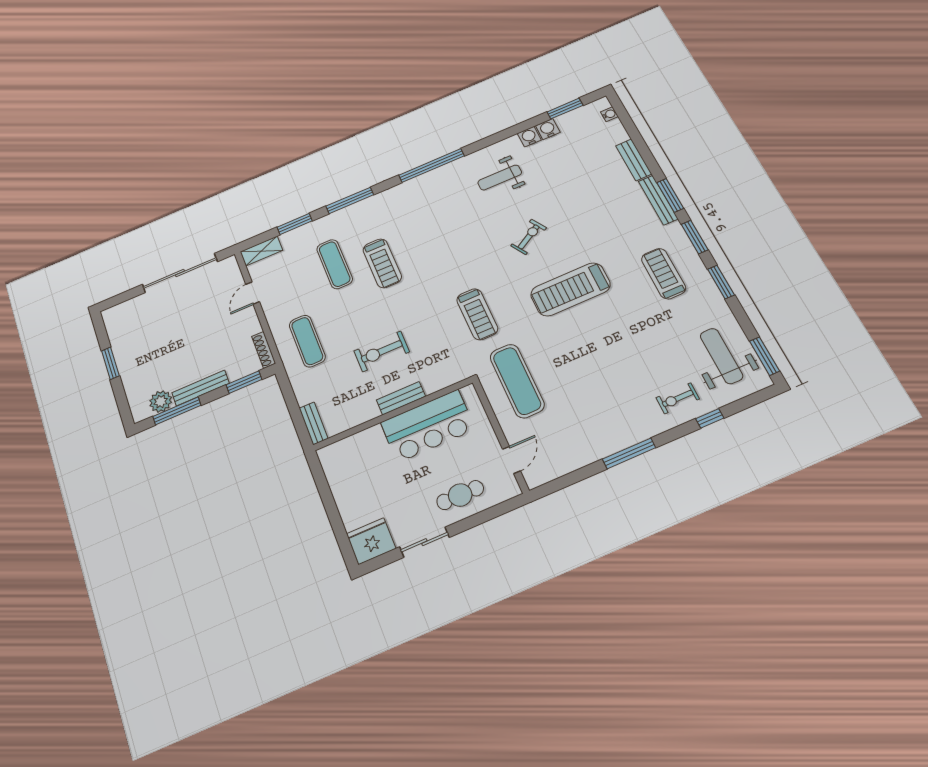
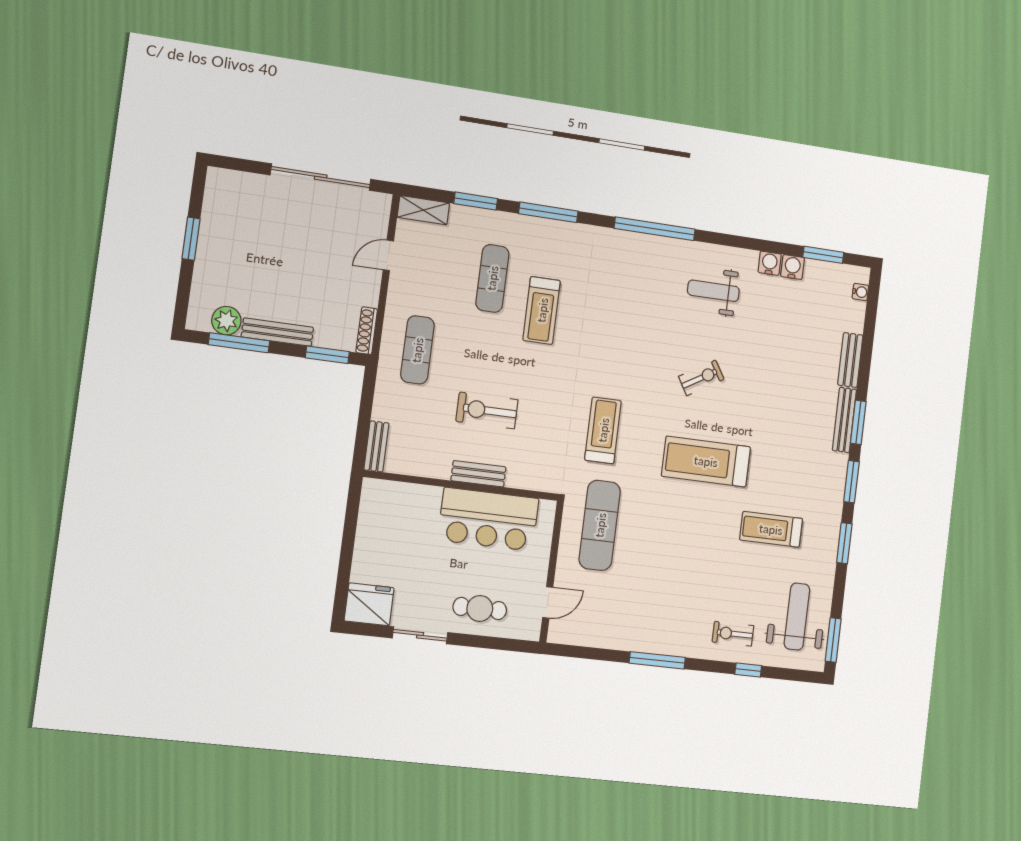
treadmill: (663, 274) -> (771, 529), moved, turned -90
treadmill: (477, 314) -> (603, 430), turned 180

